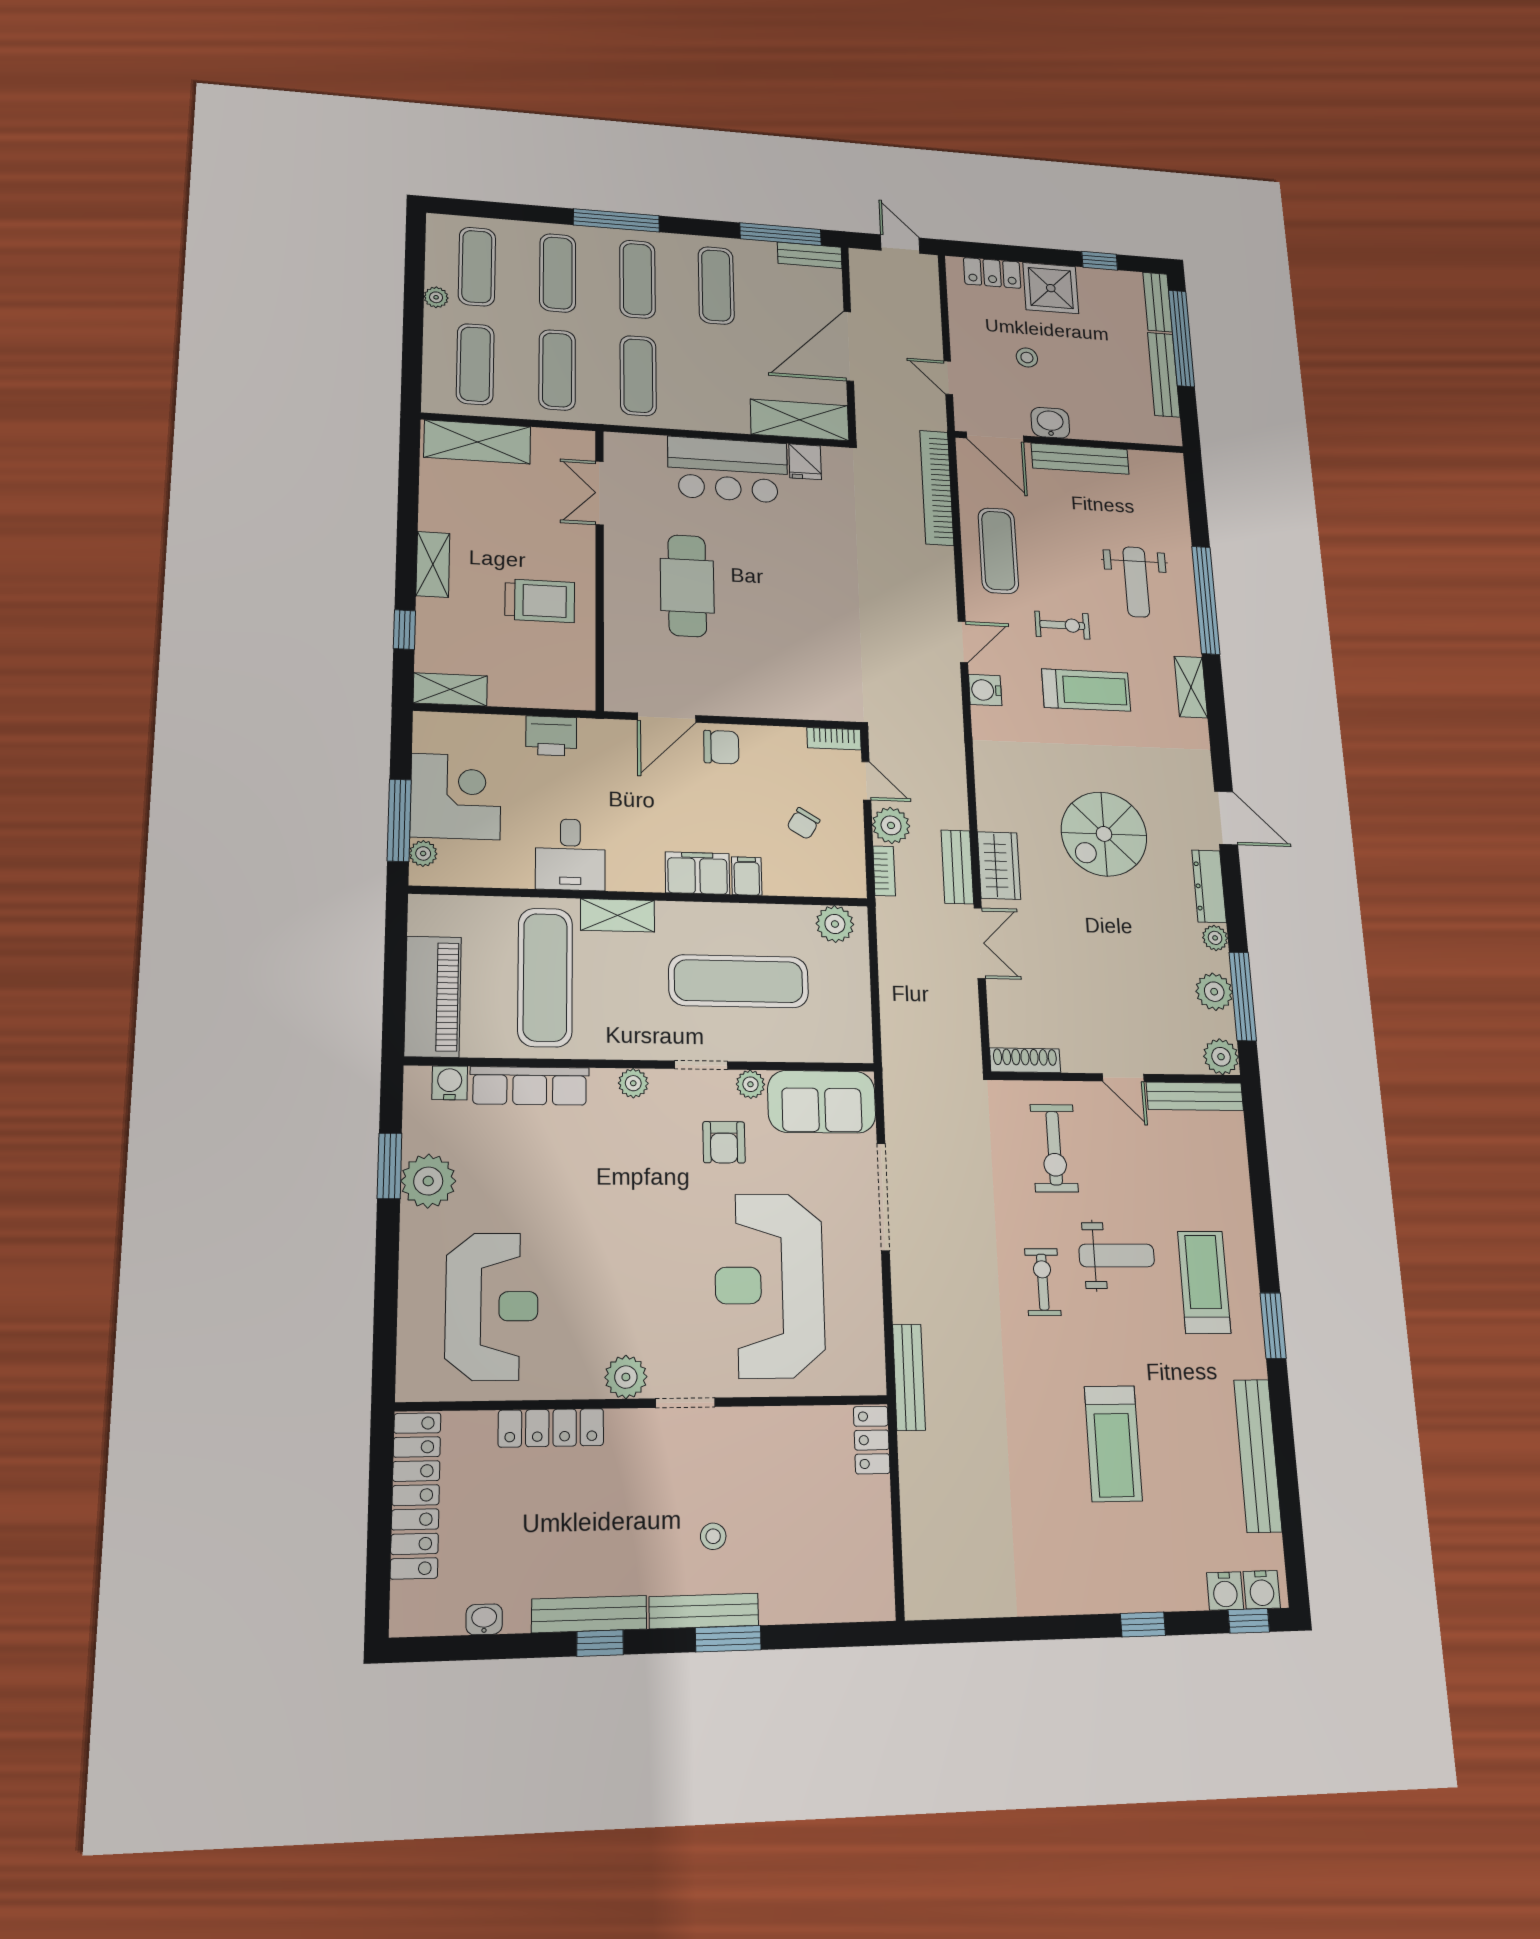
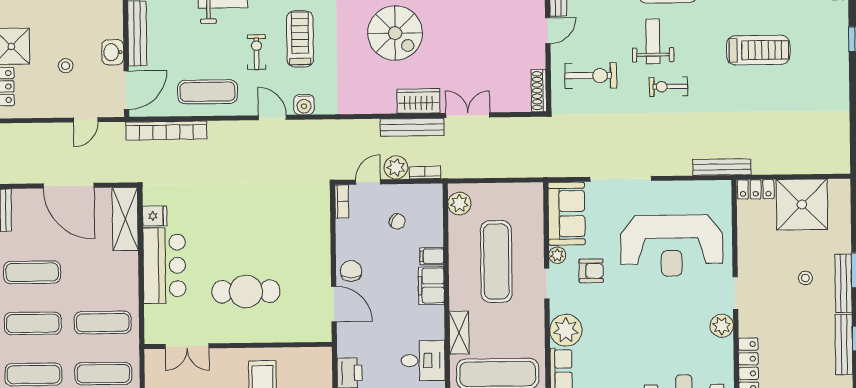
bench: (957, 867) -> (412, 127), width x1.36
plant: (633, 1083) -> (566, 330), width x1.88, depth x1.88
shower: (847, 1528) -> (802, 205), added

